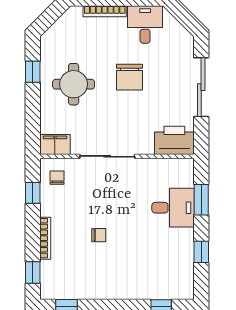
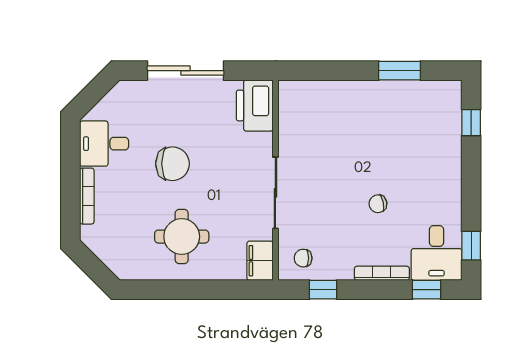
window: (33, 72) -> (166, 290), removed
window: (201, 200) -> (332, 71), removed
desk: (173, 208) -> (436, 253), moved, turned 180
chair: (99, 235) -> (378, 204), turned -102
window: (201, 252) -> (400, 71), width x1.50

